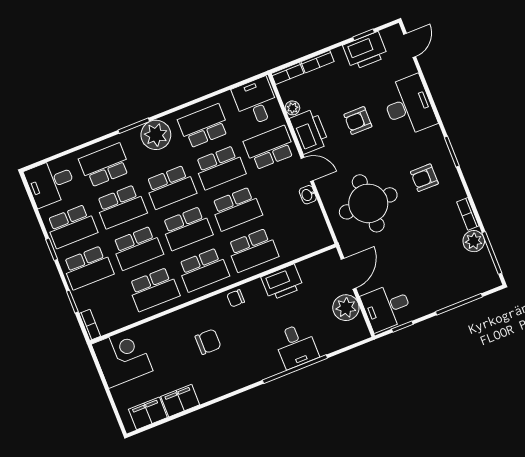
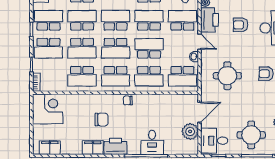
school desk: (220, 167) -> (149, 20), turned 180
school desk: (171, 187) -> (115, 20), turned 180
round table: (368, 203) -> (227, 76), width x0.73, depth x0.73
school desk: (121, 207) -> (82, 20), turned 180
school desk: (236, 209) -> (149, 48), turned 180
school desk: (72, 226) -> (48, 20), turned 180
school desk: (302, 231) -> (182, 76), added
round table: (438, 277) -> (251, 135), added
printer: (282, 282) -> (115, 146), moved, turned 180
filing cabinet: (180, 401) -> (93, 148), moved

